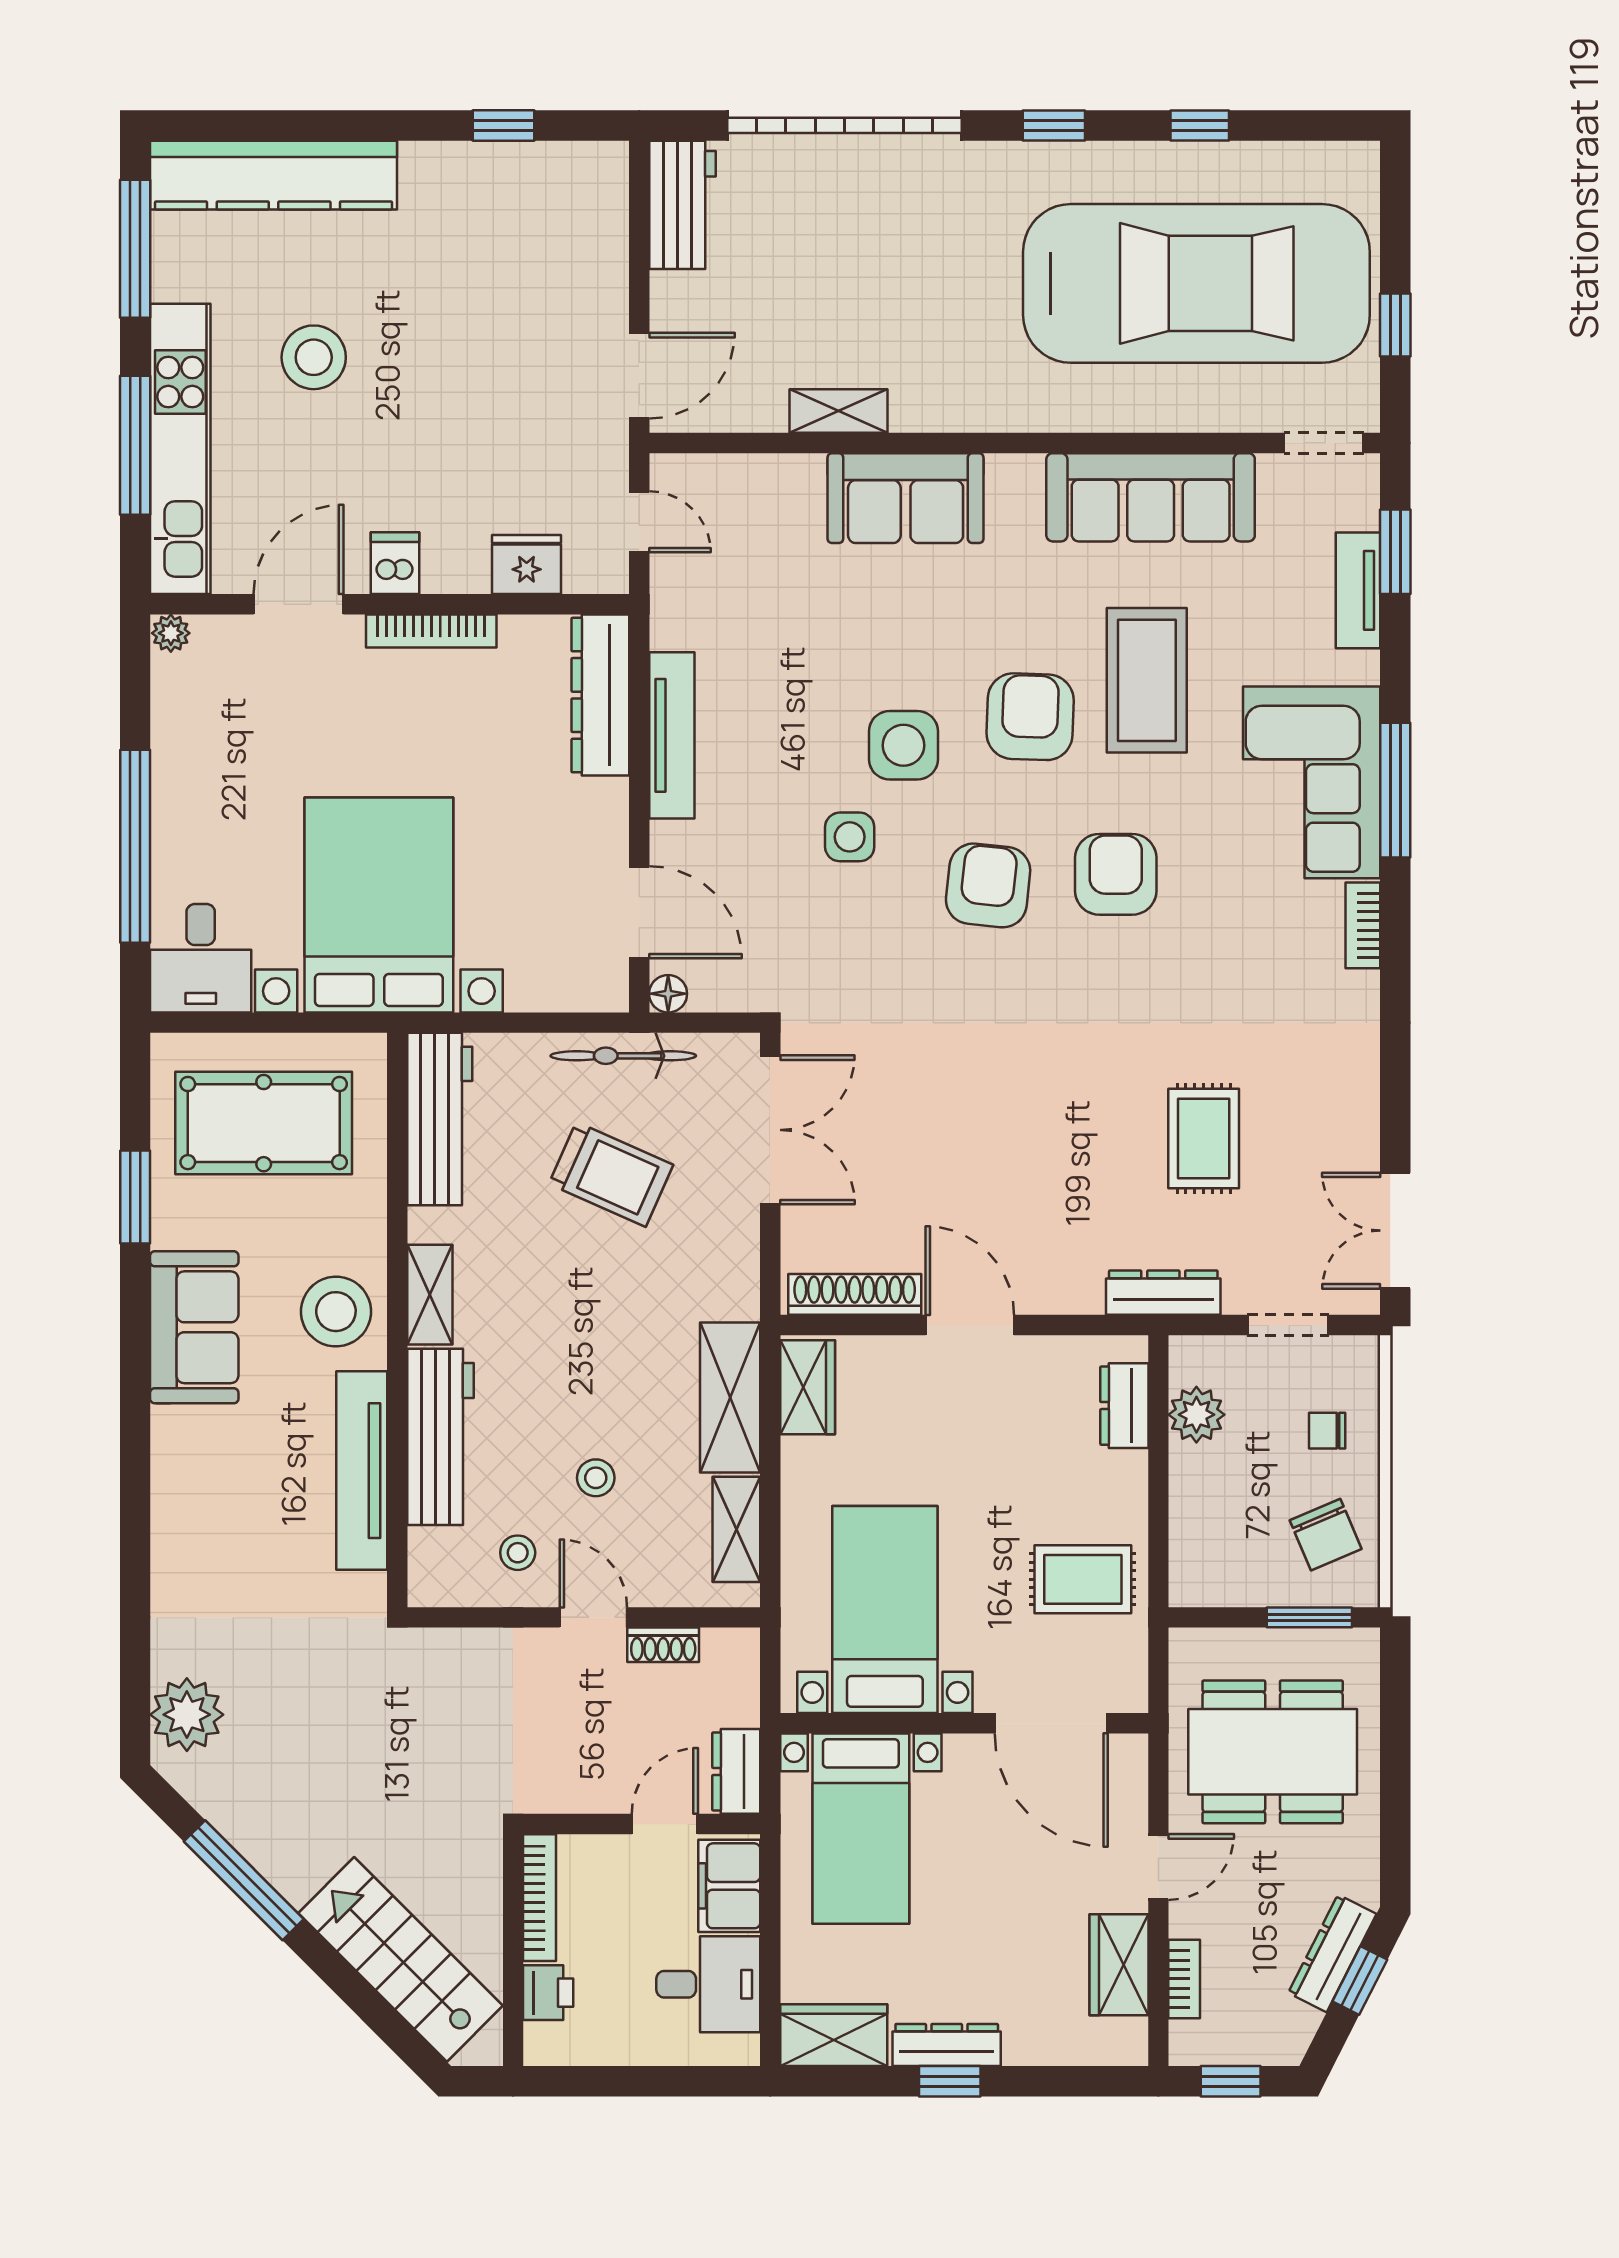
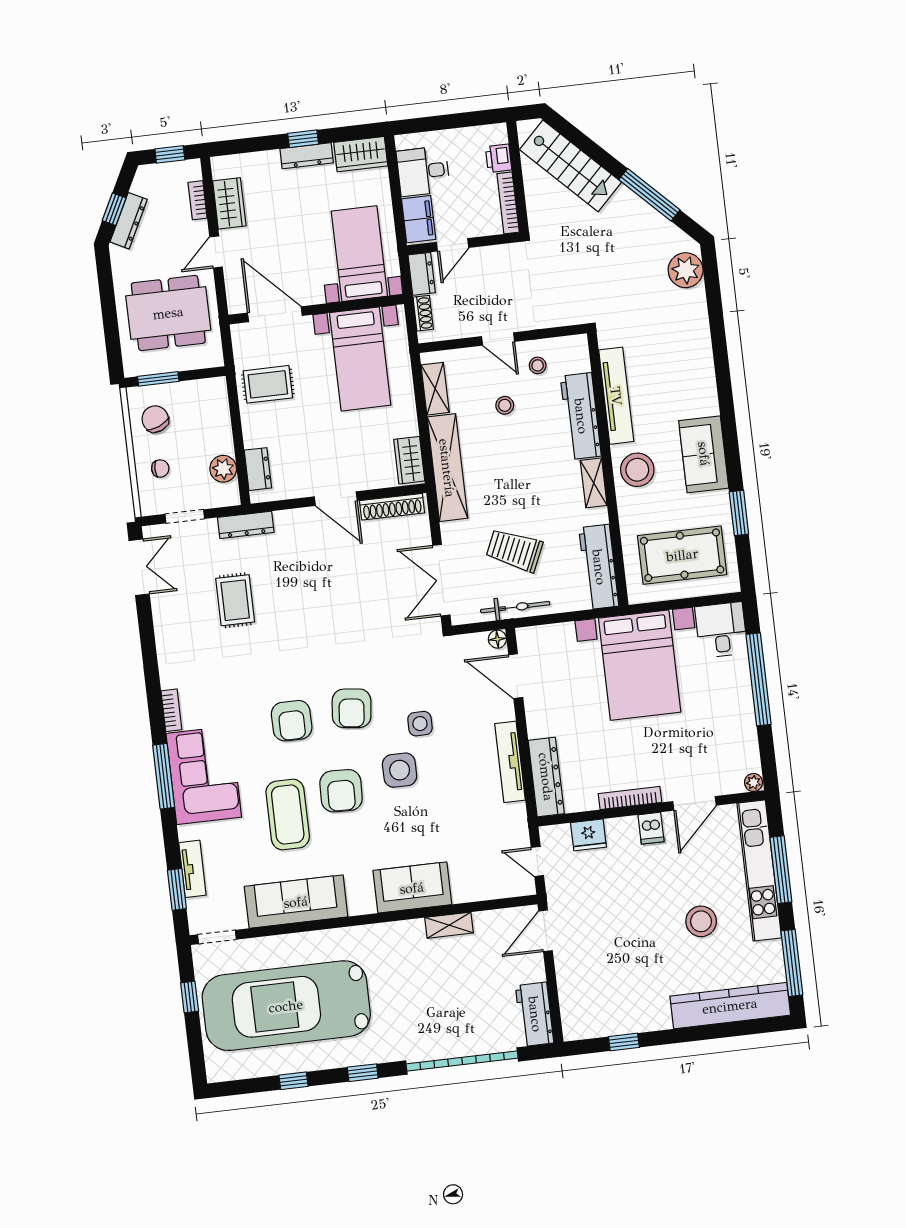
shelving: (730, 1397) -> (447, 468), width x1.47
shoe rack: (663, 1645) -> (423, 313), moved, turned 90

